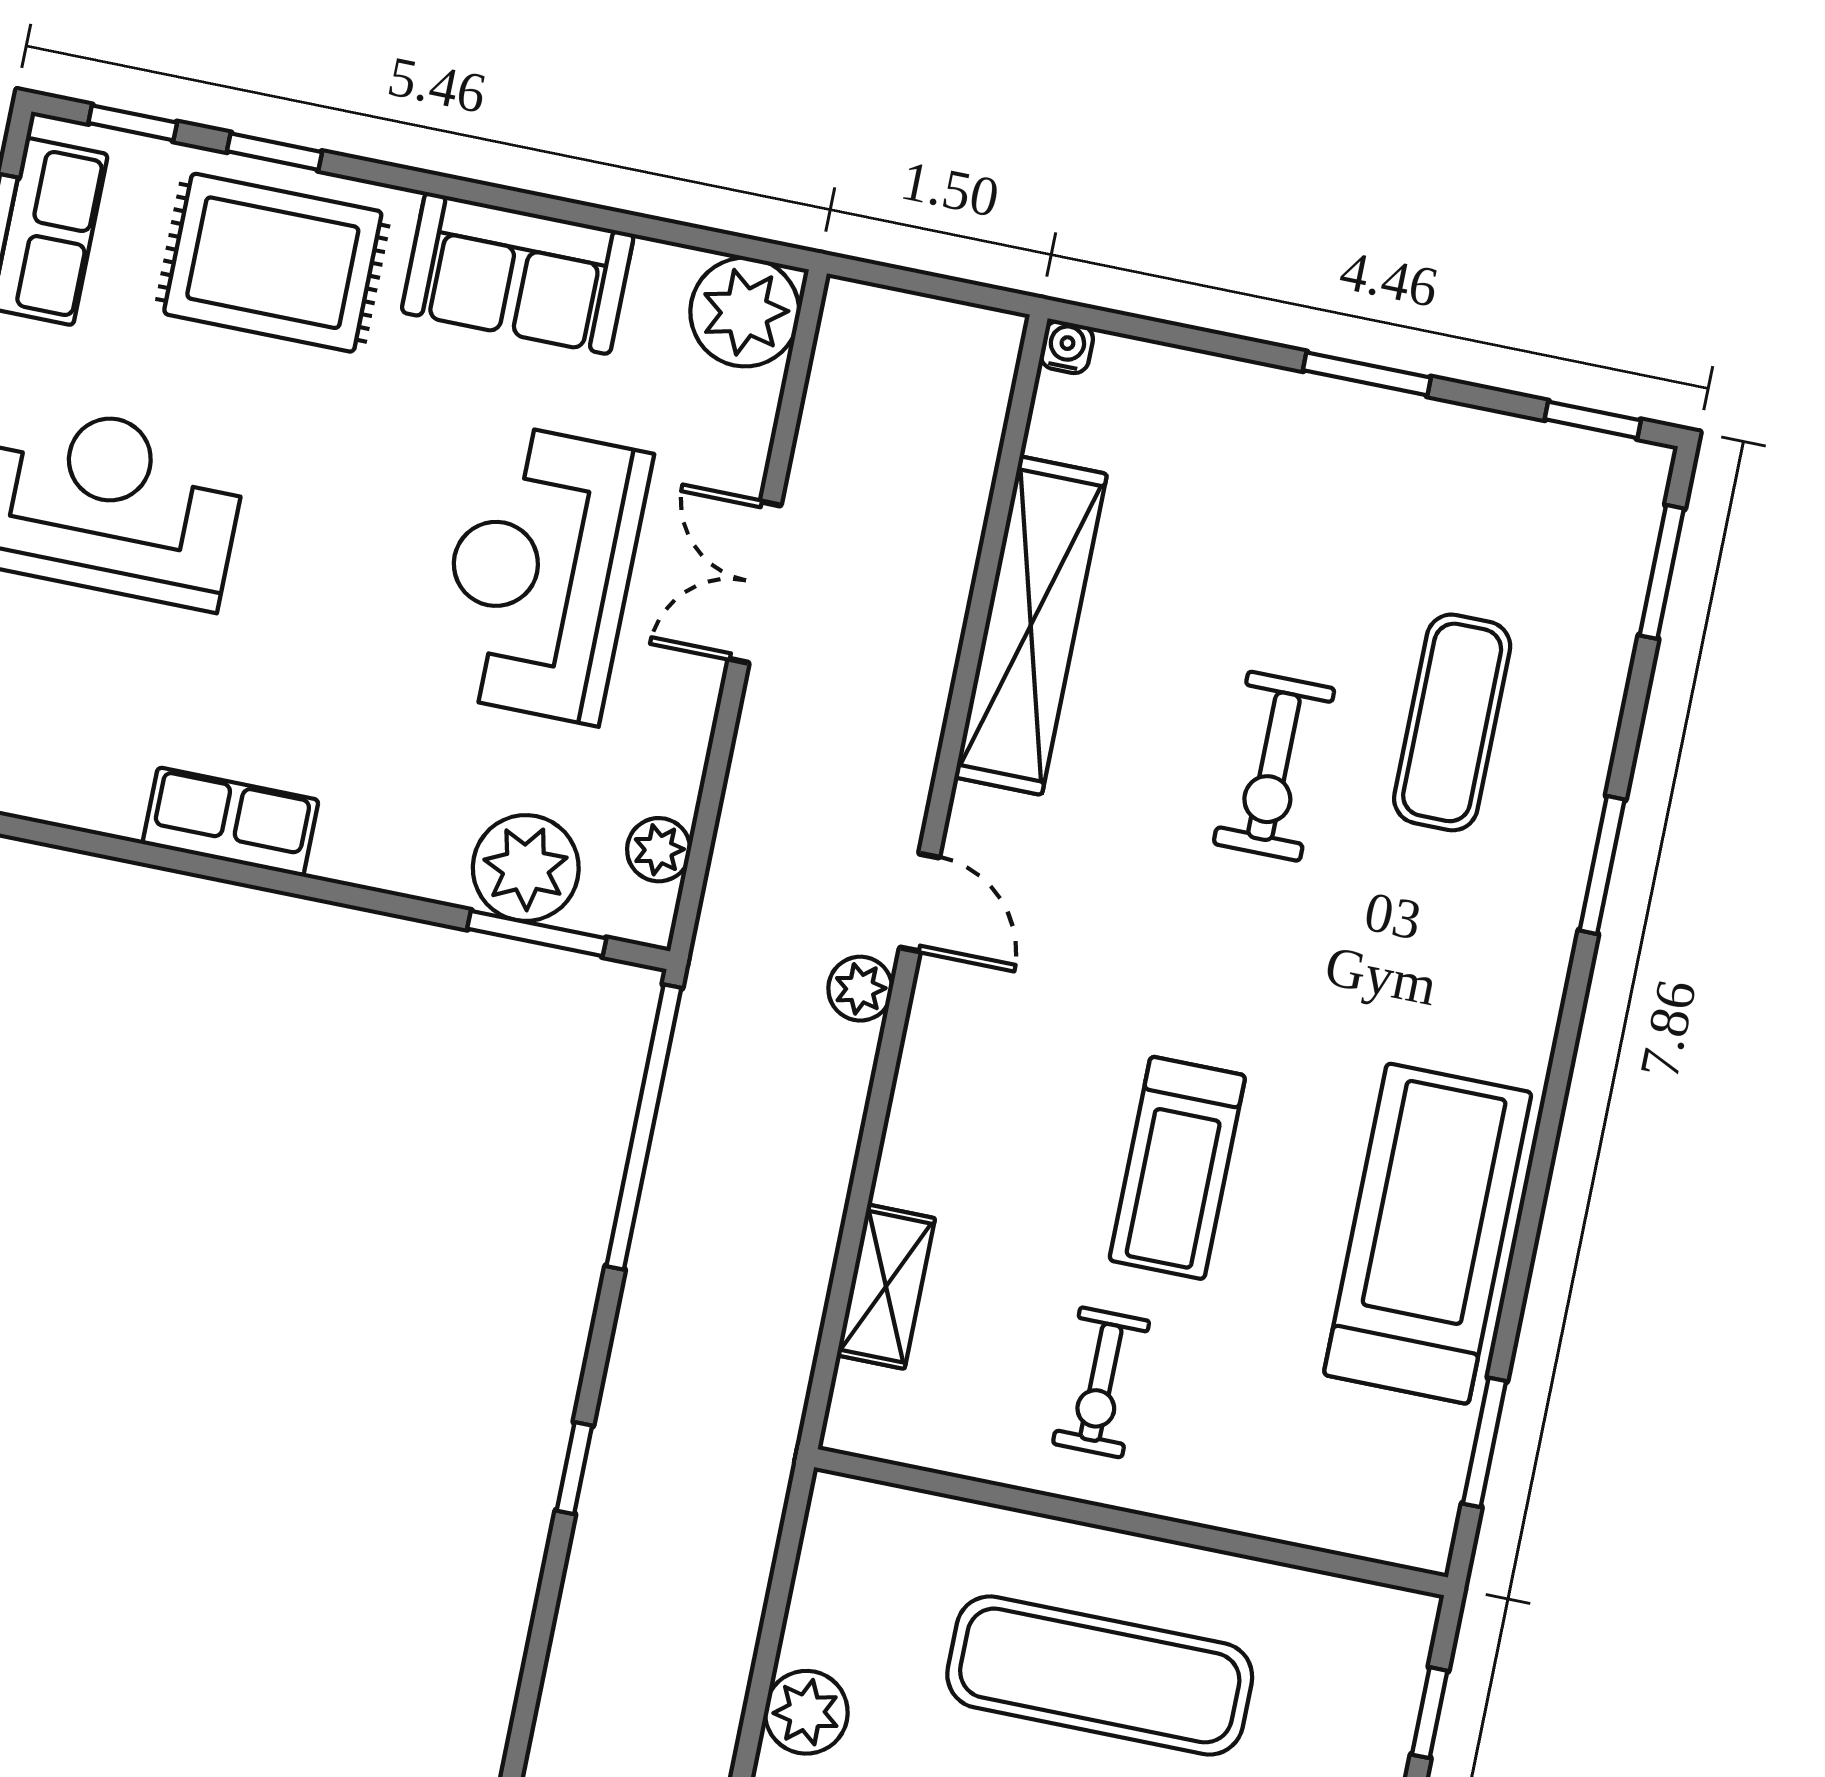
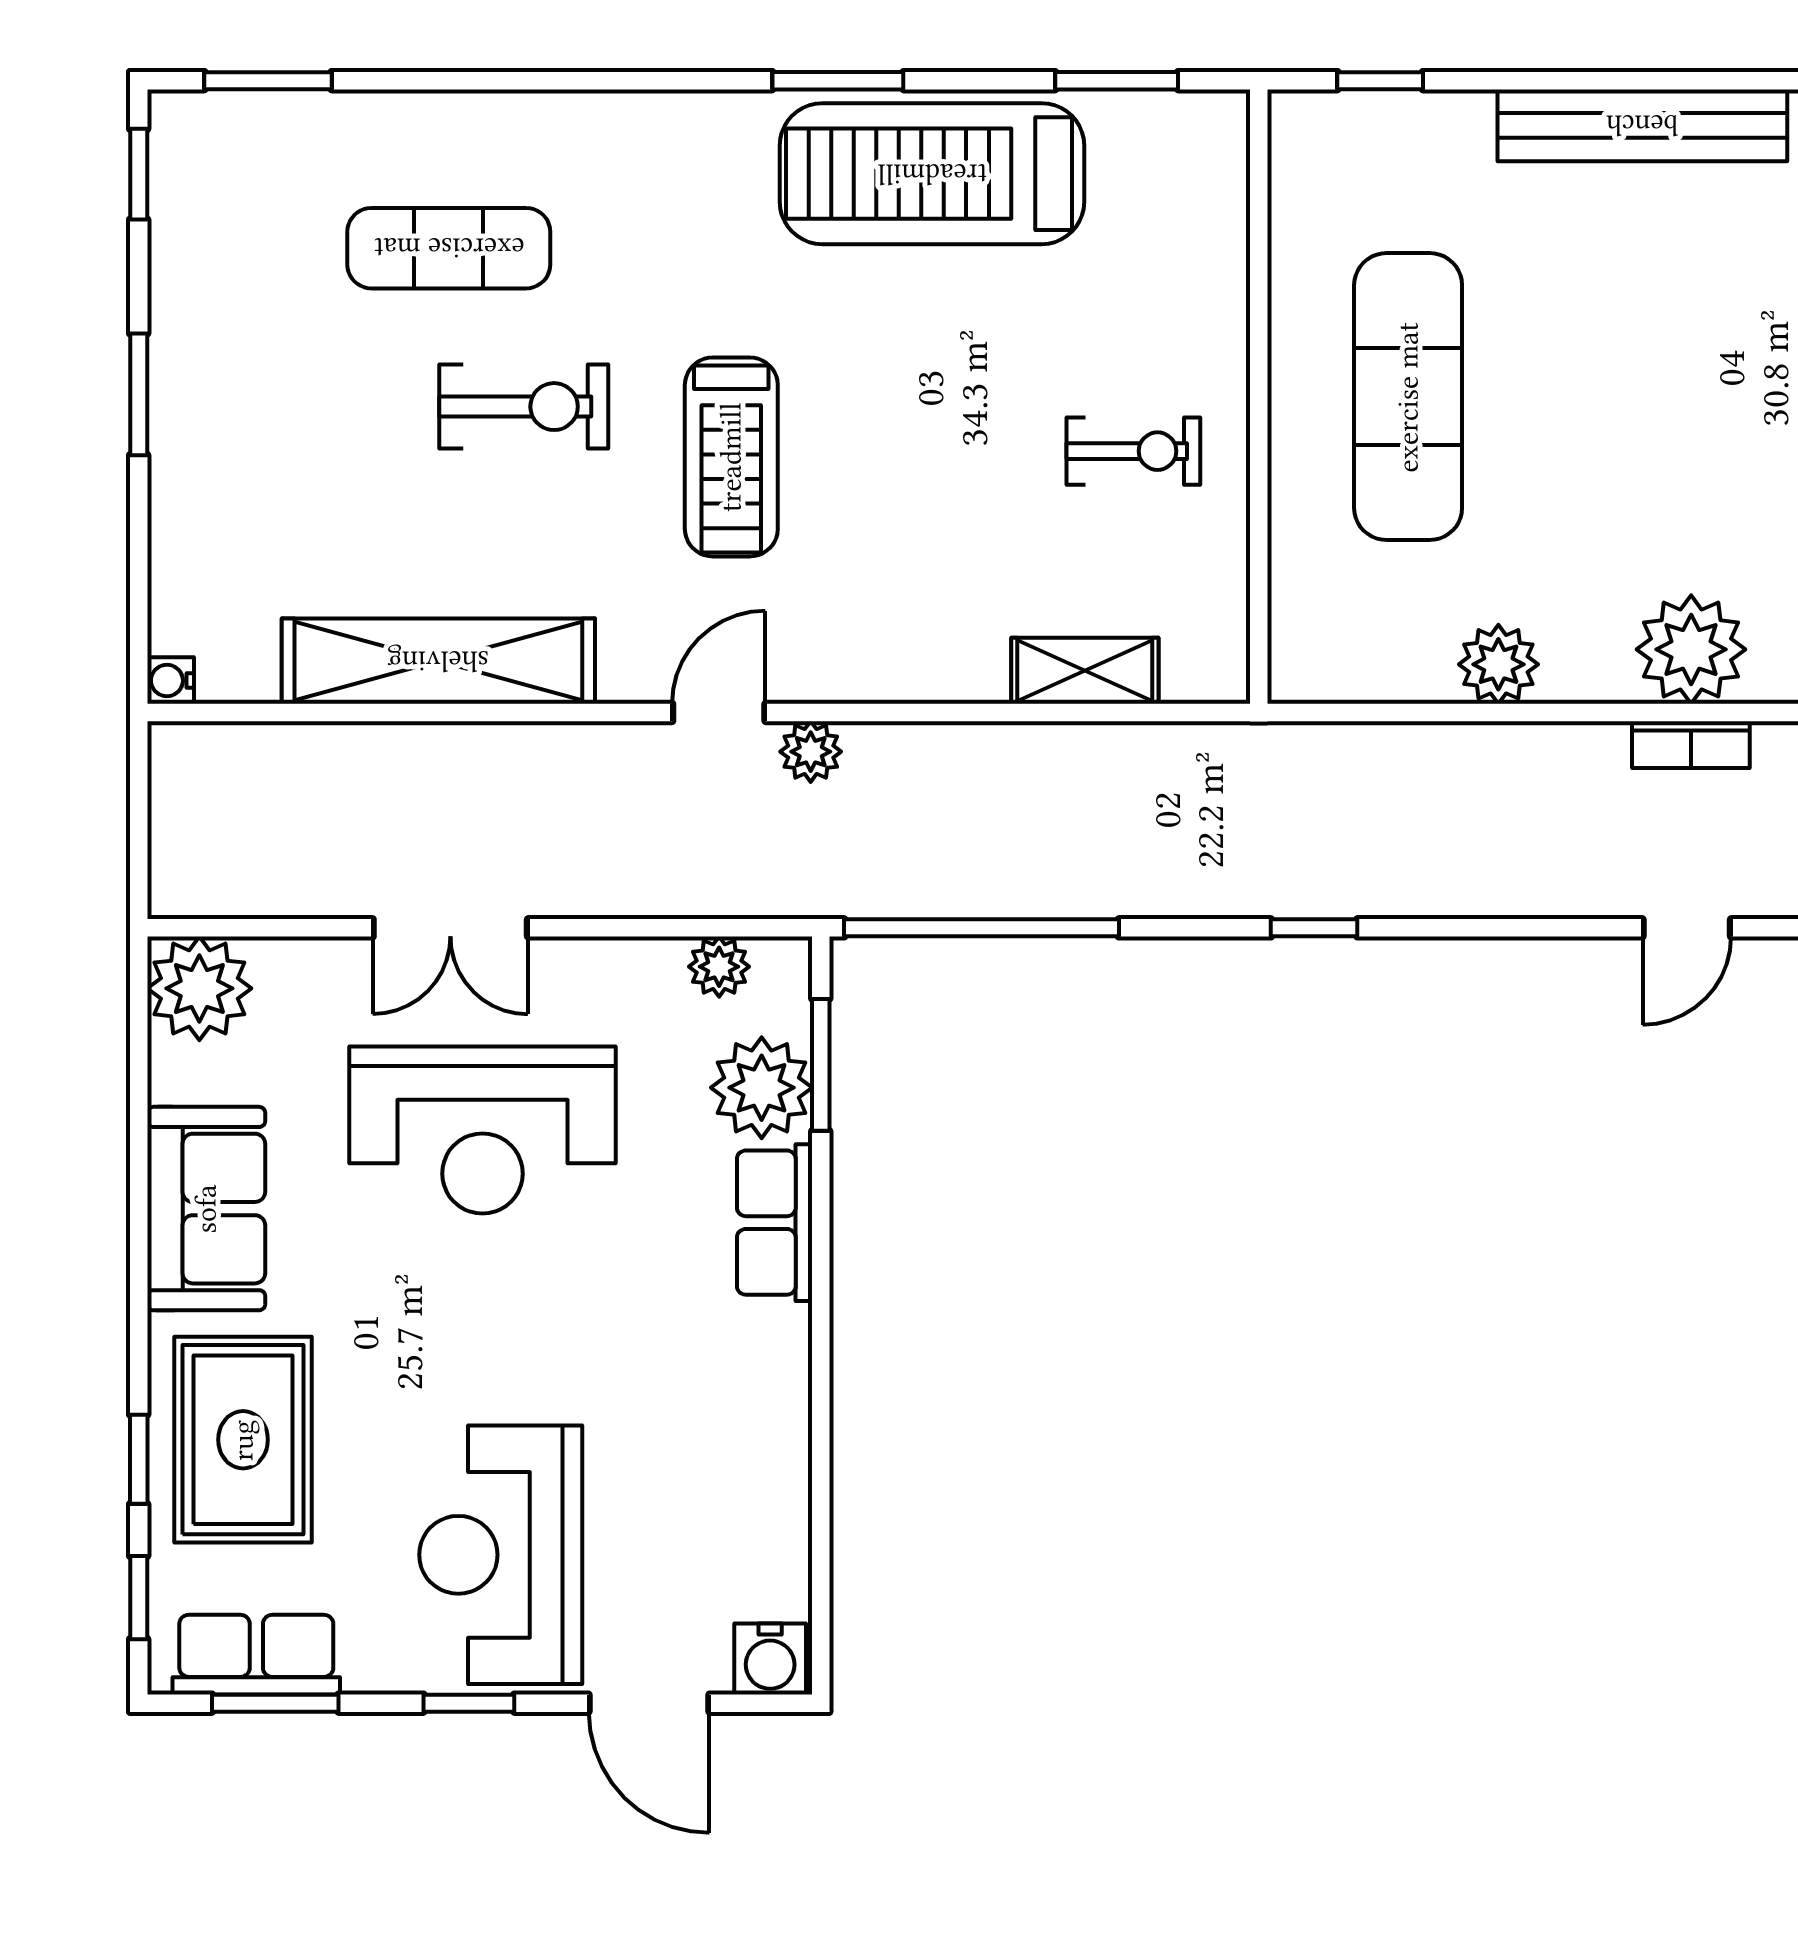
row of seats: (231, 822) -> (775, 1223), moved
window: (1602, 865) -> (838, 81), moved
treadmill: (1177, 1168) -> (731, 457), moved, turned 90

